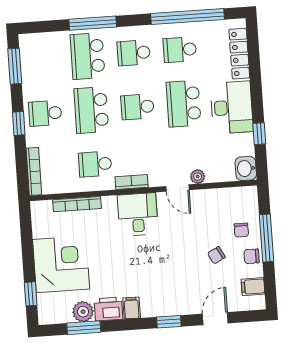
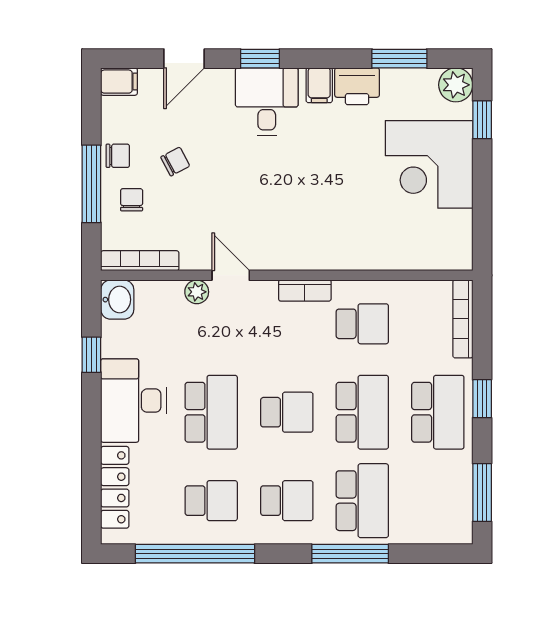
school desk: (45, 113) -> (438, 412), width x1.85
bookcase: (77, 204) -> (140, 261), moved
desk: (138, 214) -> (267, 102), moved, turned 180
filing cabinet: (253, 287) -> (119, 82), moved
plant: (83, 312) -> (456, 85), moved

